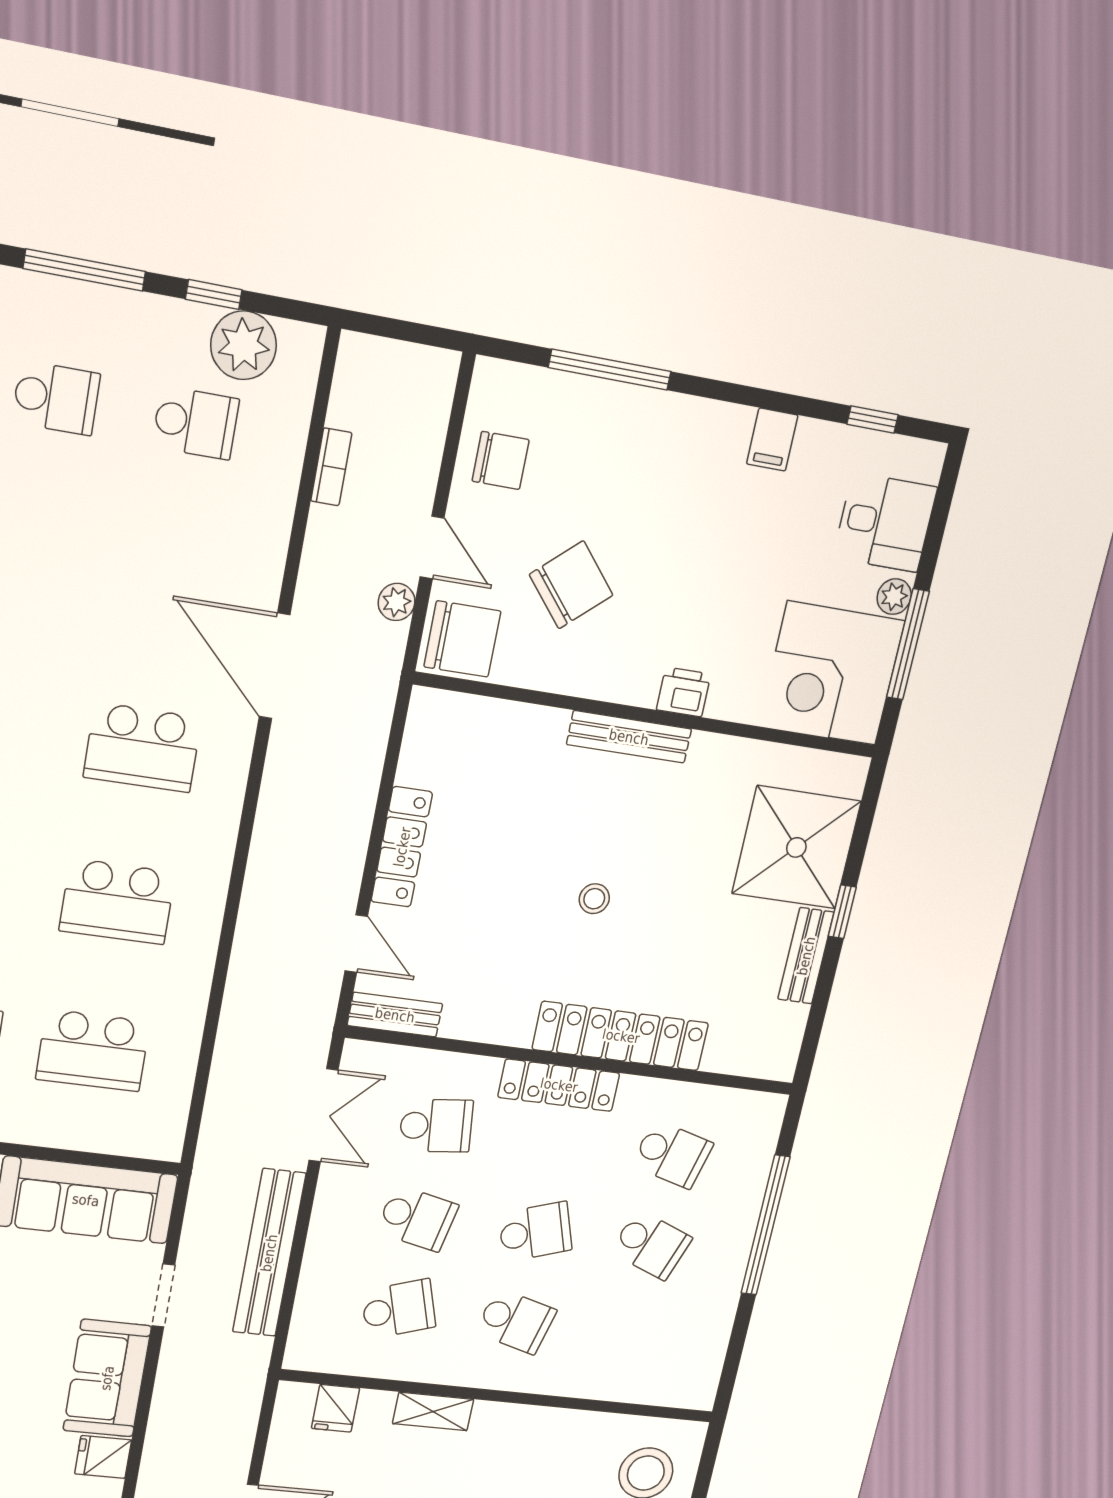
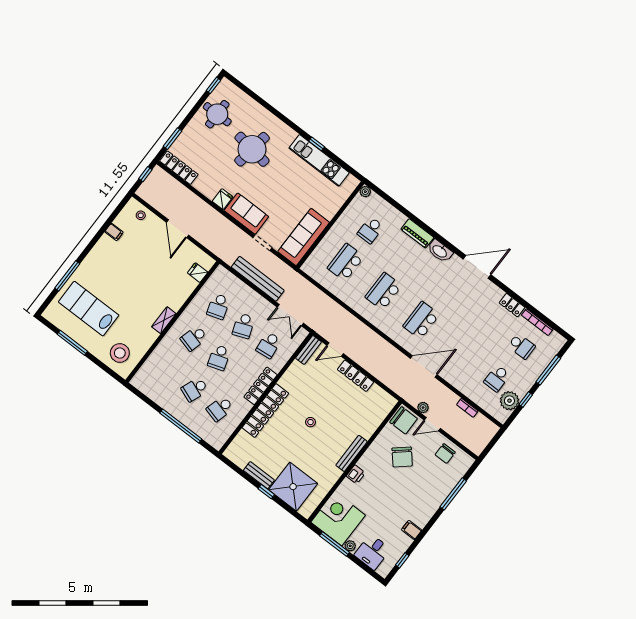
school desk: (56, 398) -> (522, 346), turned -90
chair: (462, 639) -> (404, 420), turned -90
school desk: (417, 1218) -> (243, 326), turned -33
shelving: (433, 1411) -> (164, 320), moved

